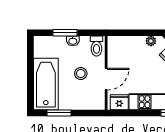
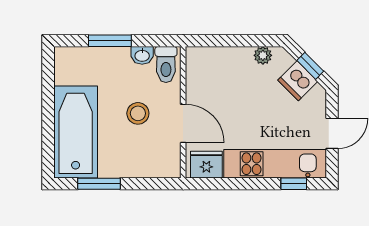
washbasin: (73, 41) -> (142, 55), moved
door: (106, 79) -> (183, 123), hinge flipped

